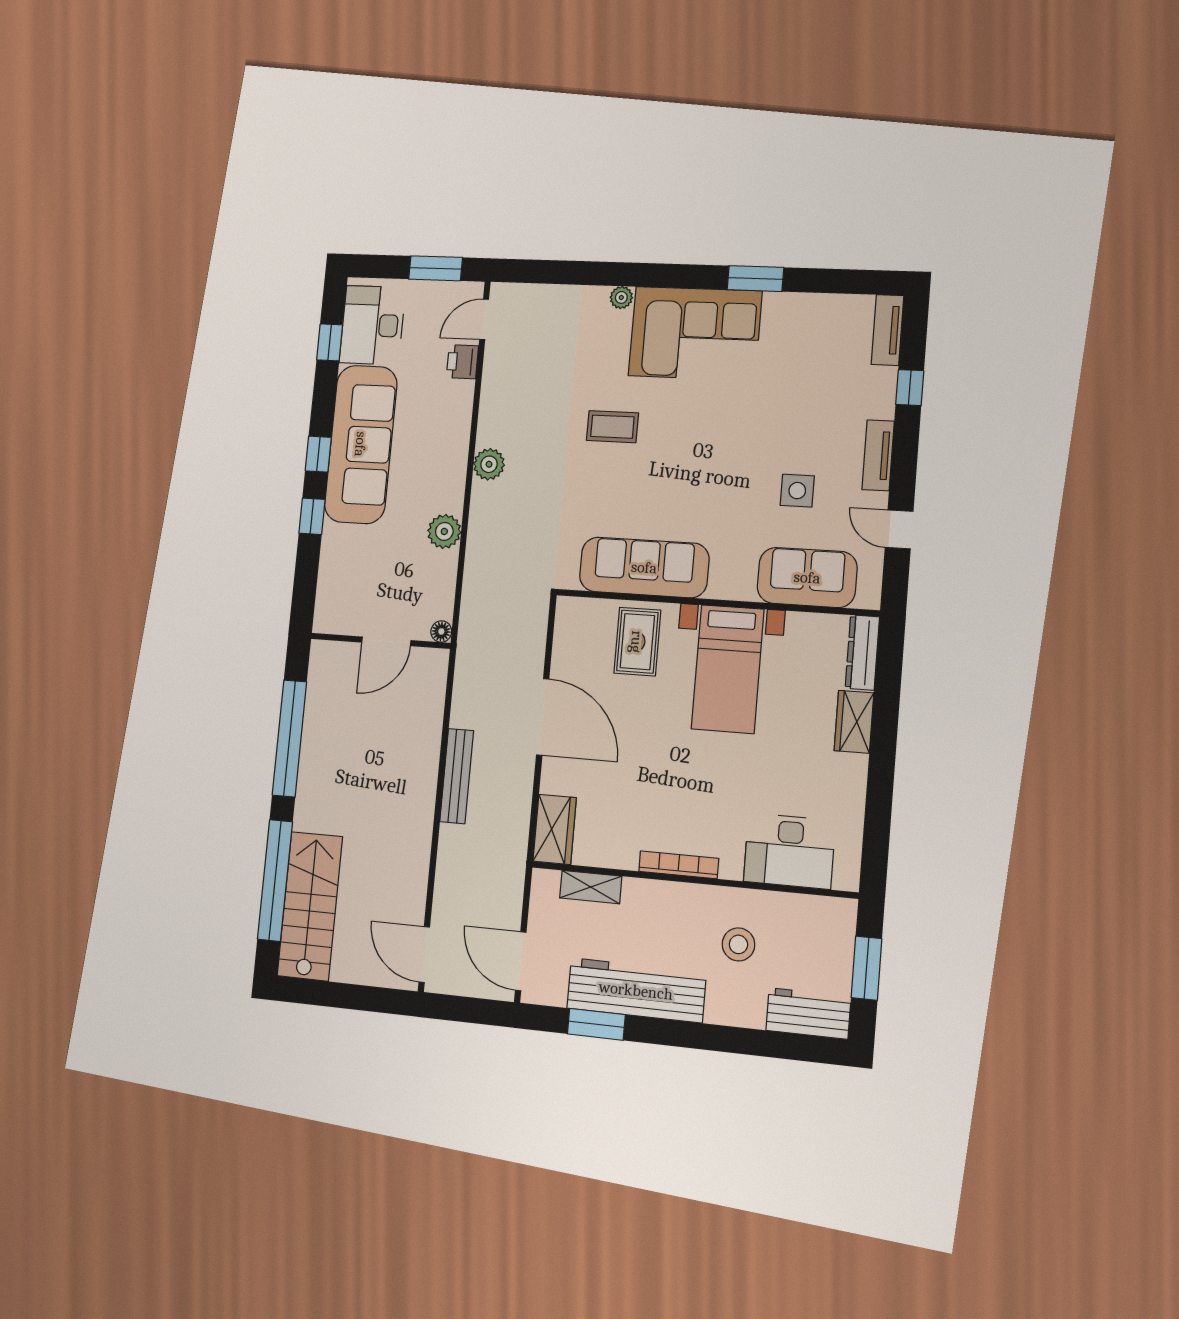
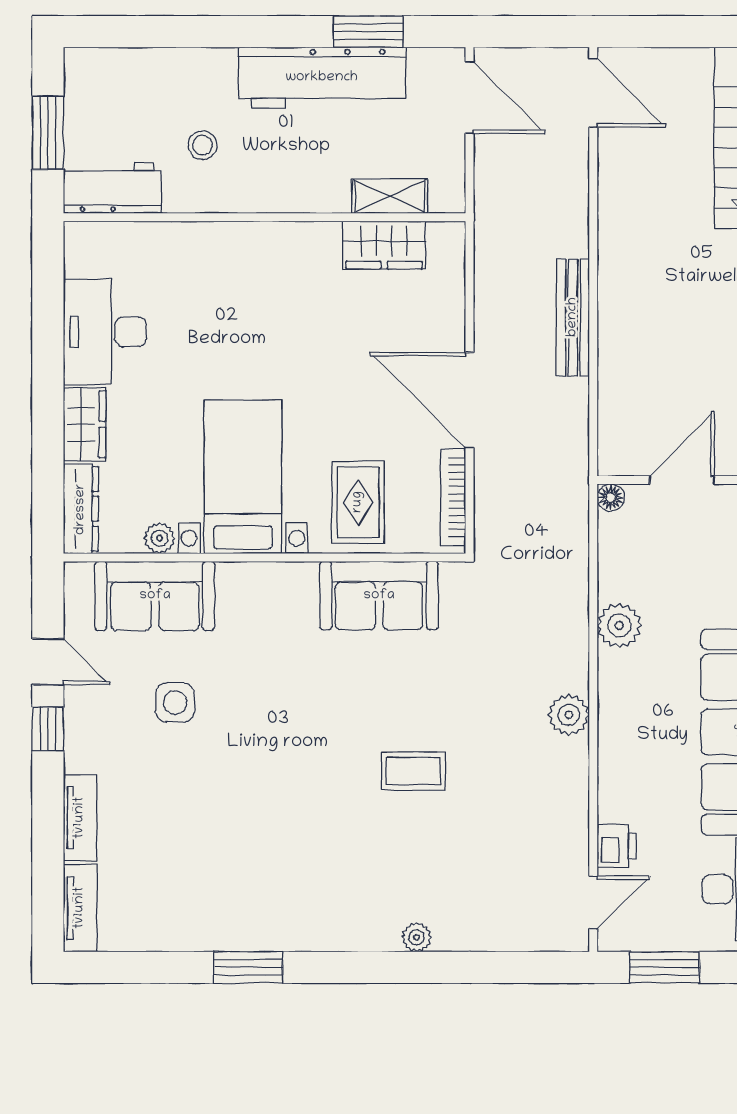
corner sofa: (695, 333) -> (319, 895), removed
window: (910, 388) -> (48, 729), moved
tv unit: (878, 455) -> (80, 818), moved
sofa: (644, 567) -> (379, 596), width x0.73
plant: (799, 624) -> (160, 538), added
wardrobe: (555, 829) -> (384, 245), moved, turned -90
desk: (789, 851) -> (105, 332), moved, turned -90
bookcase: (679, 865) -> (453, 497), moved, turned 90
stool: (738, 944) -> (203, 145), width x0.73, depth x0.73
workbench: (808, 1013) -> (112, 188), moved, turned 180

